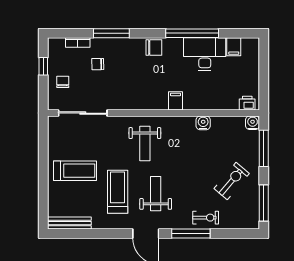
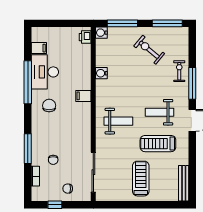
chair: (154, 47) -> (49, 106), moved

